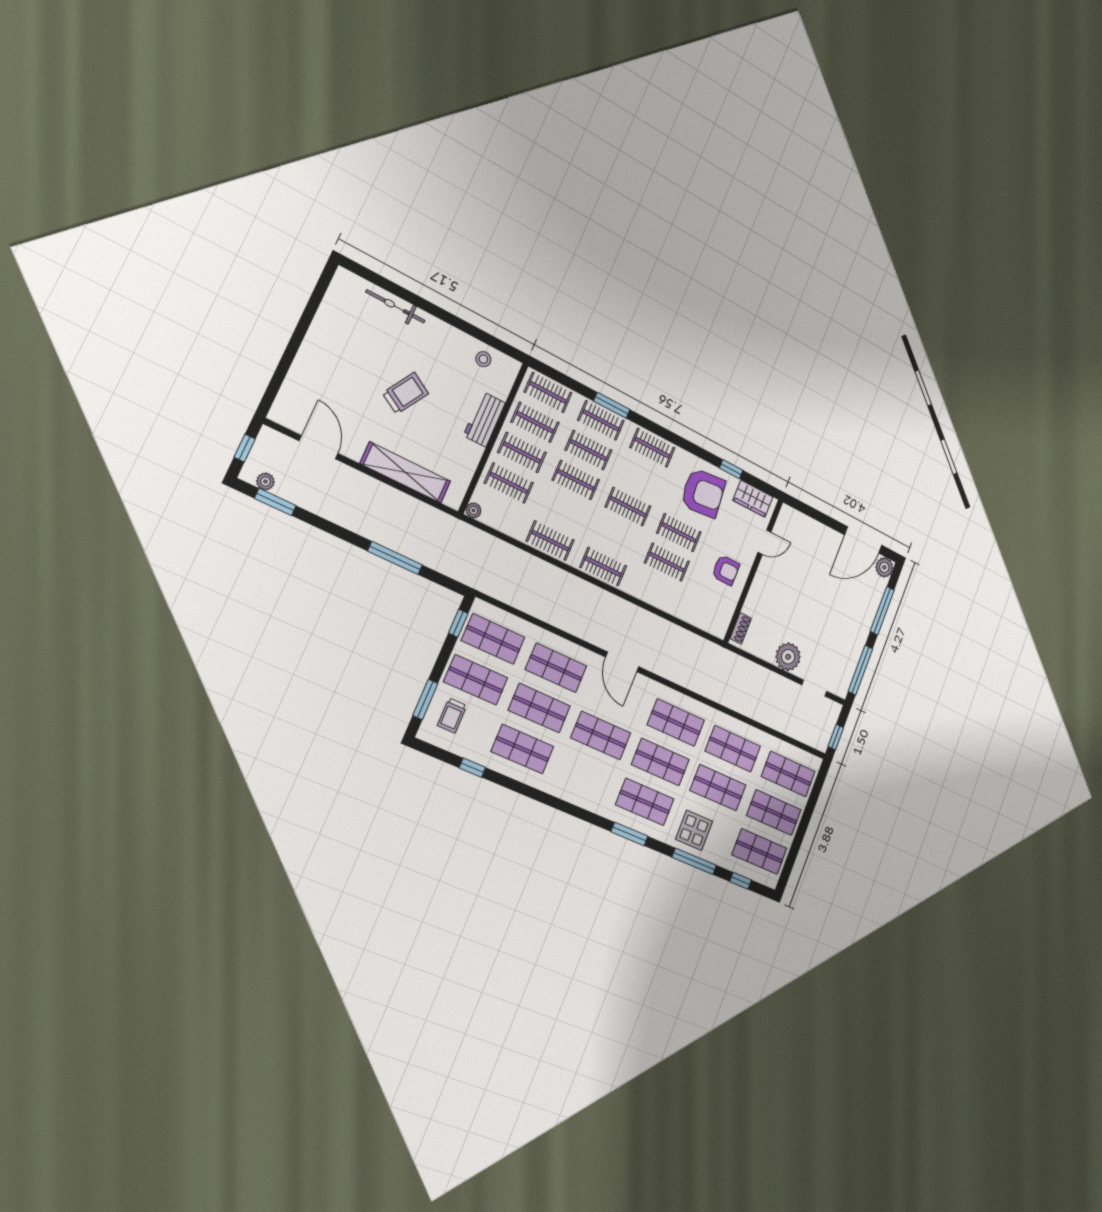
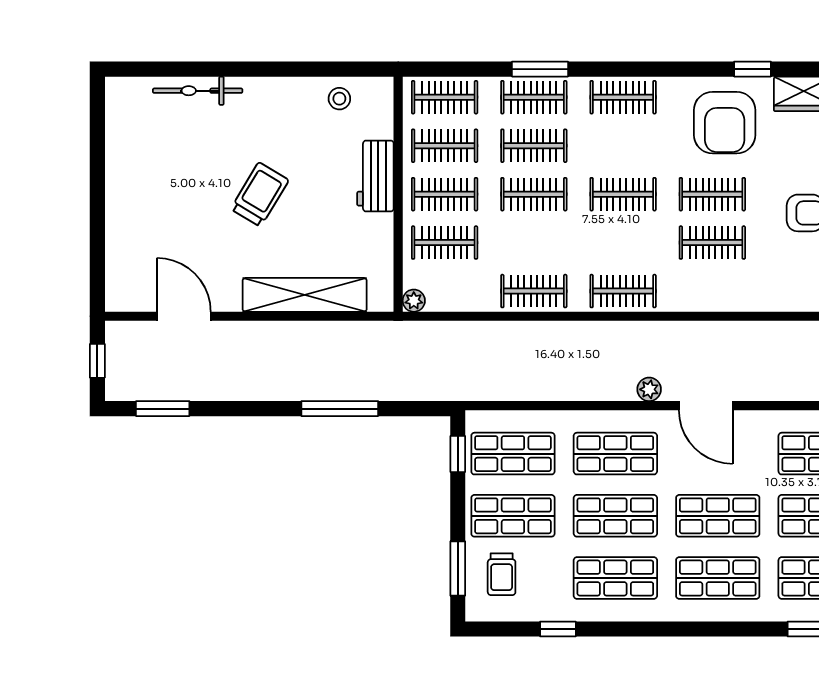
plant: (265, 482) -> (649, 389), moved
armchair: (703, 493) -> (725, 123), turned 96
shop shelf: (585, 776) -> (718, 578), added

